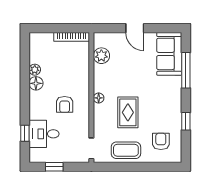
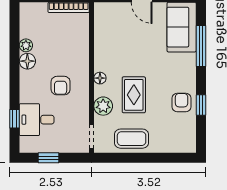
plant: (101, 56) -> (103, 106), moved
armchair: (161, 141) -> (182, 102), moved

